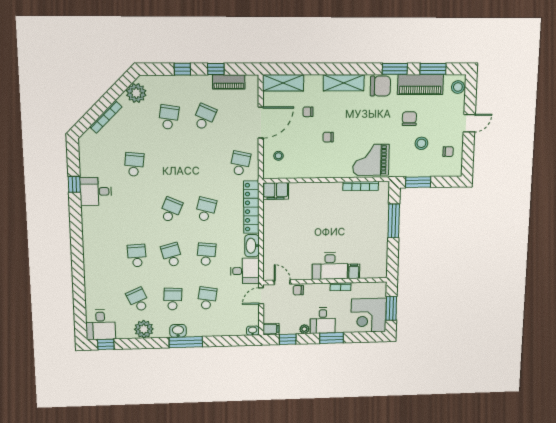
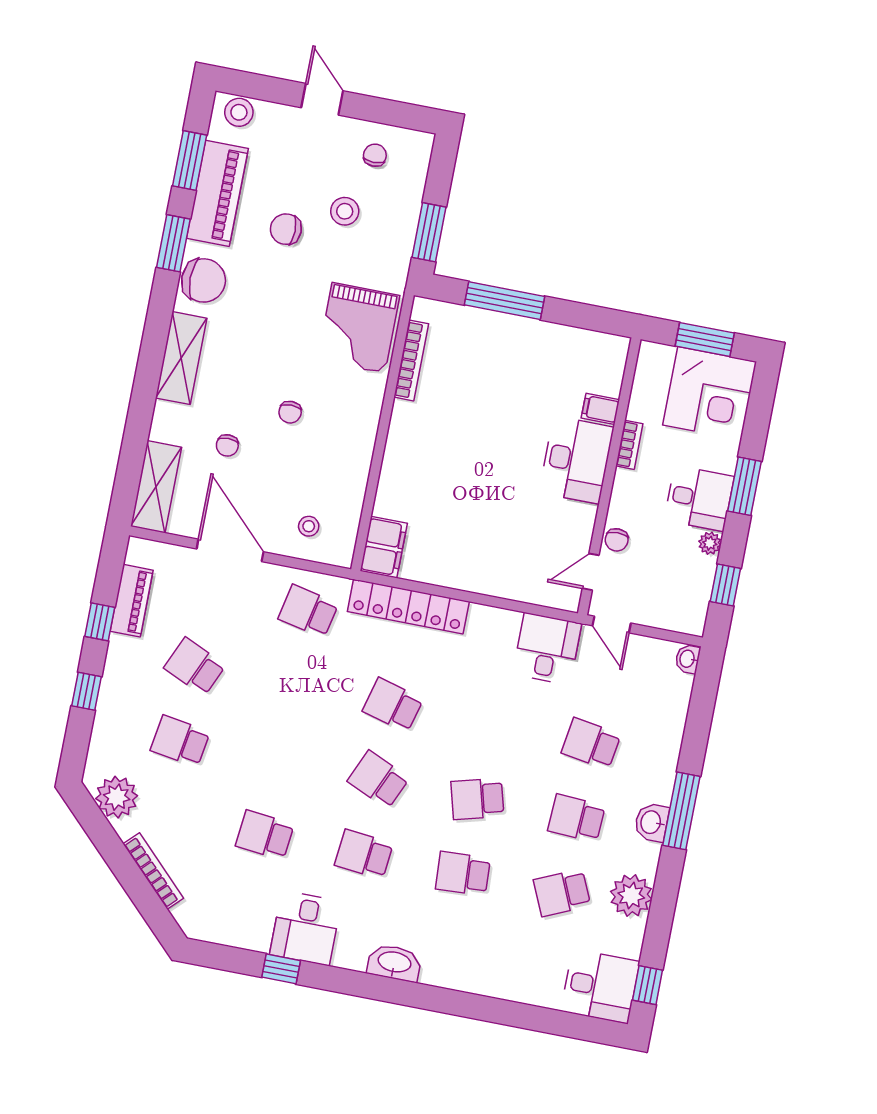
chair: (380, 86) -> (204, 280), turned 90
washbasin: (252, 246) -> (394, 963), moved, turned 180
school desk: (206, 254) -> (364, 854), moved
filing cabinet: (271, 329) -> (693, 617), removed

